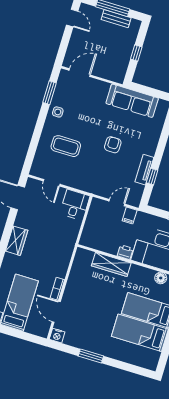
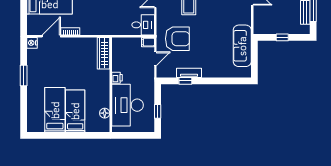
armchair: (113, 145) -> (177, 39), moved, width x1.88, depth x1.88
door: (117, 203) -> (155, 59), hinge flipped
filing cabinet: (130, 215) -> (148, 42), moved
wardrobe: (111, 264) -> (104, 53), moved

